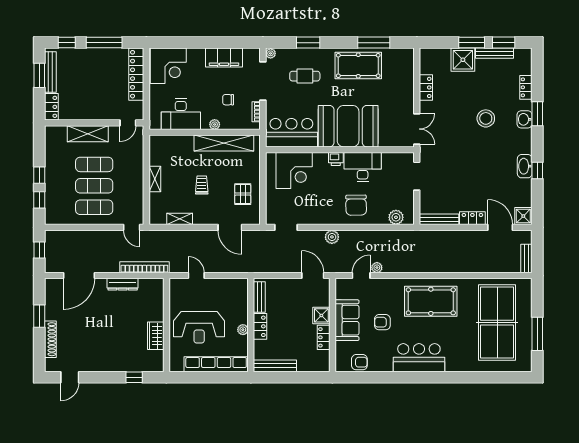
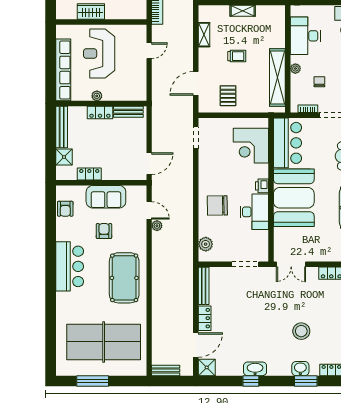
pallet: (243, 194) -> (228, 96), turned 90
plant: (332, 237) -> (186, 182), removed
shower: (321, 315) -> (64, 157), moved

